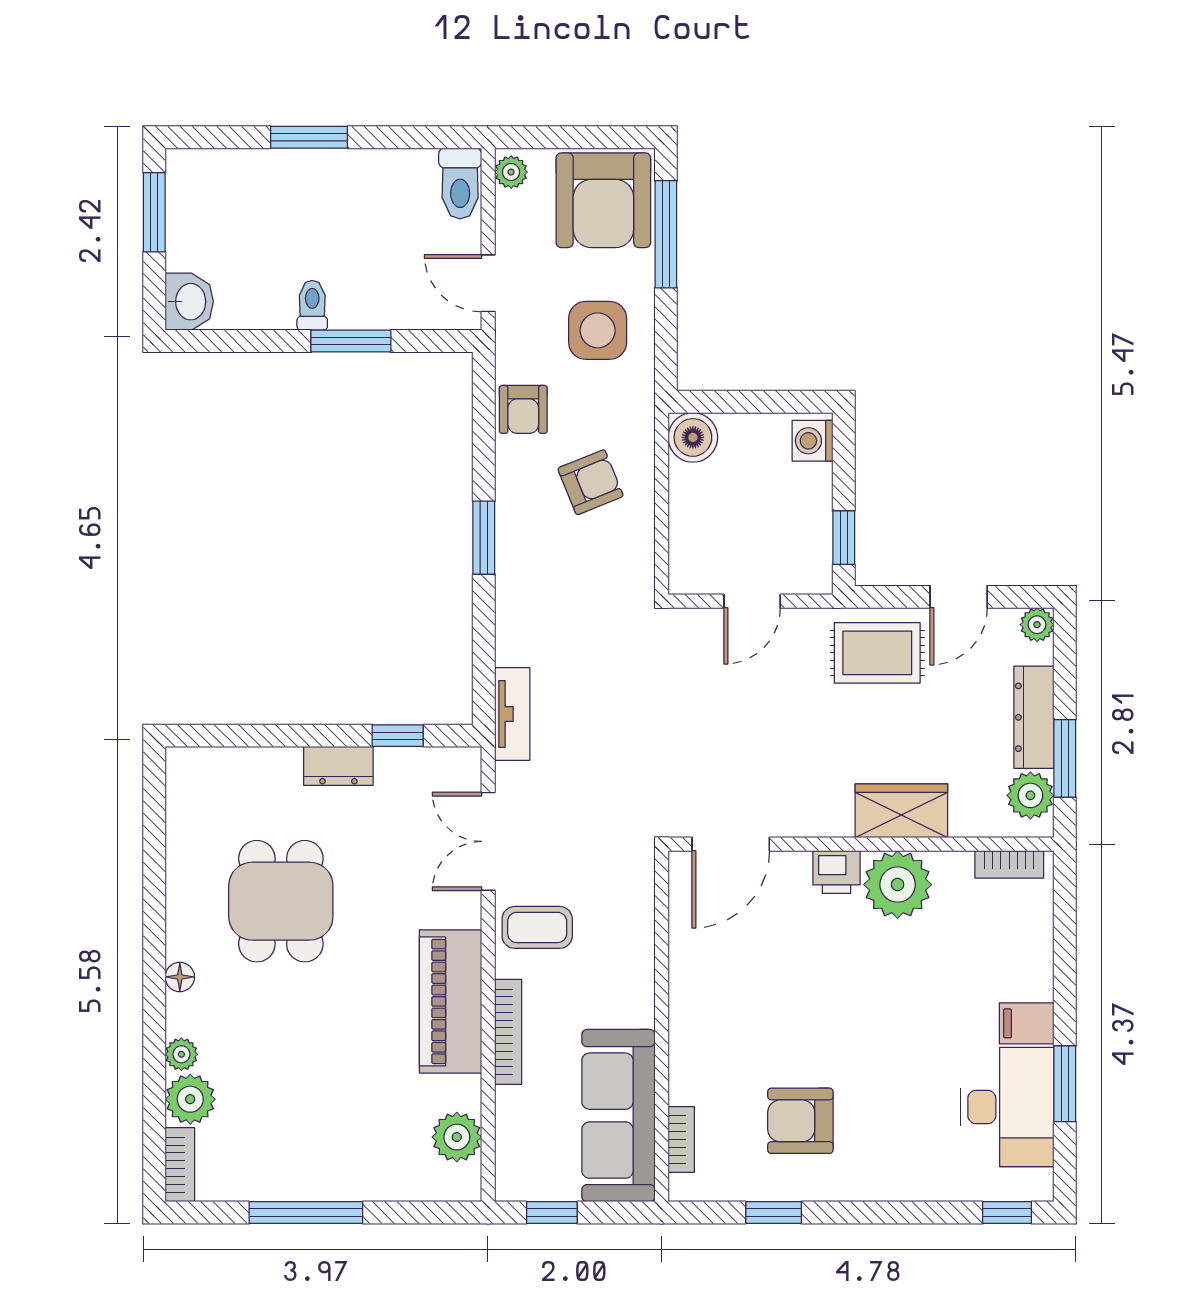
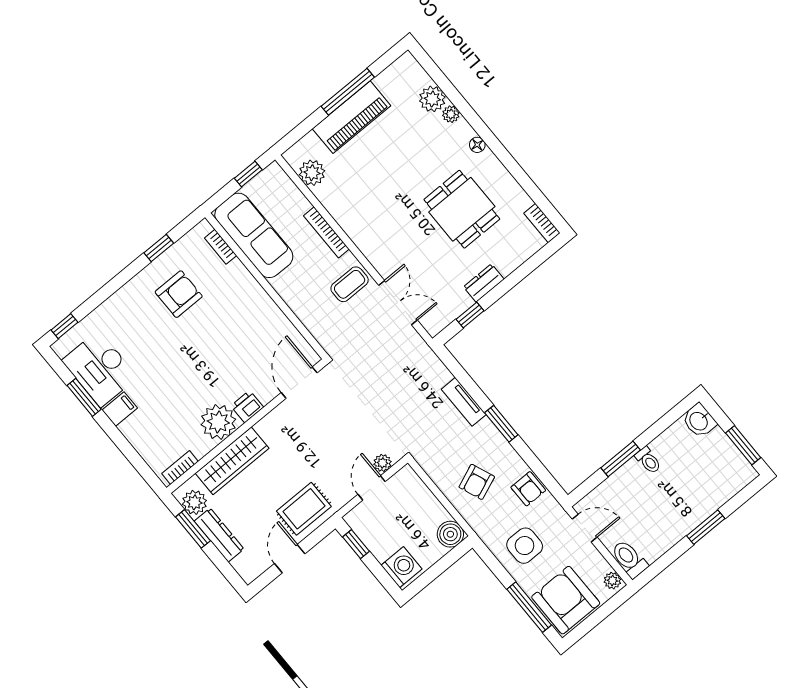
armchair: (523, 409) -> (528, 489), turned 180
washing machine: (812, 441) -> (401, 567), width x1.38, depth x1.38
plant: (1037, 625) -> (383, 463), moved
tv unit: (512, 714) -> (464, 402), moved
wardrobe: (901, 811) -> (232, 461), width x1.50
piano: (450, 1001) -> (352, 117), moved, turned 90
bookcase: (180, 1165) -> (542, 223), moved

